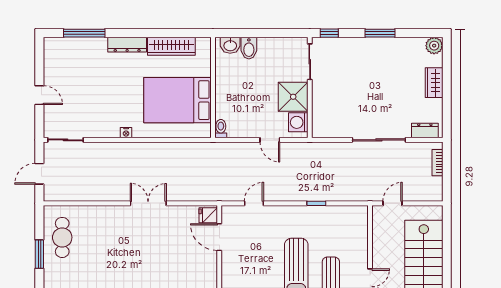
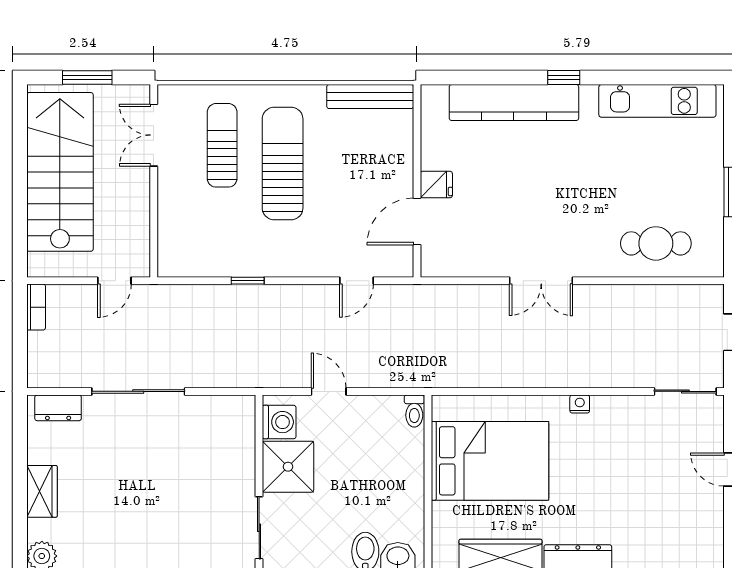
bookcase: (437, 163) -> (36, 307), moved
fridge: (208, 215) -> (436, 184), moved
cafe table: (62, 237) -> (656, 243), moved, turned 90
door: (219, 237) -> (417, 222), swing flipped

